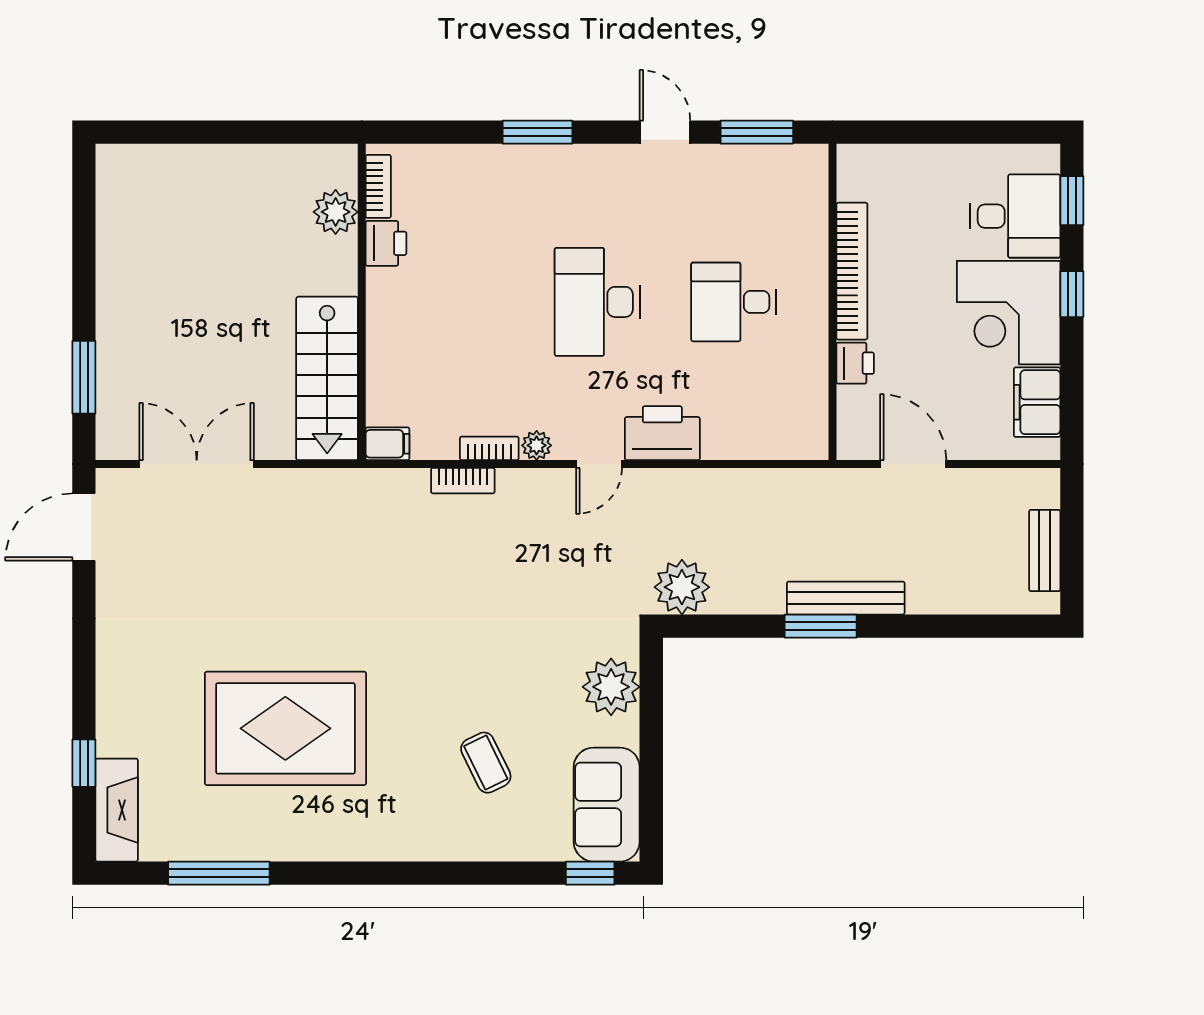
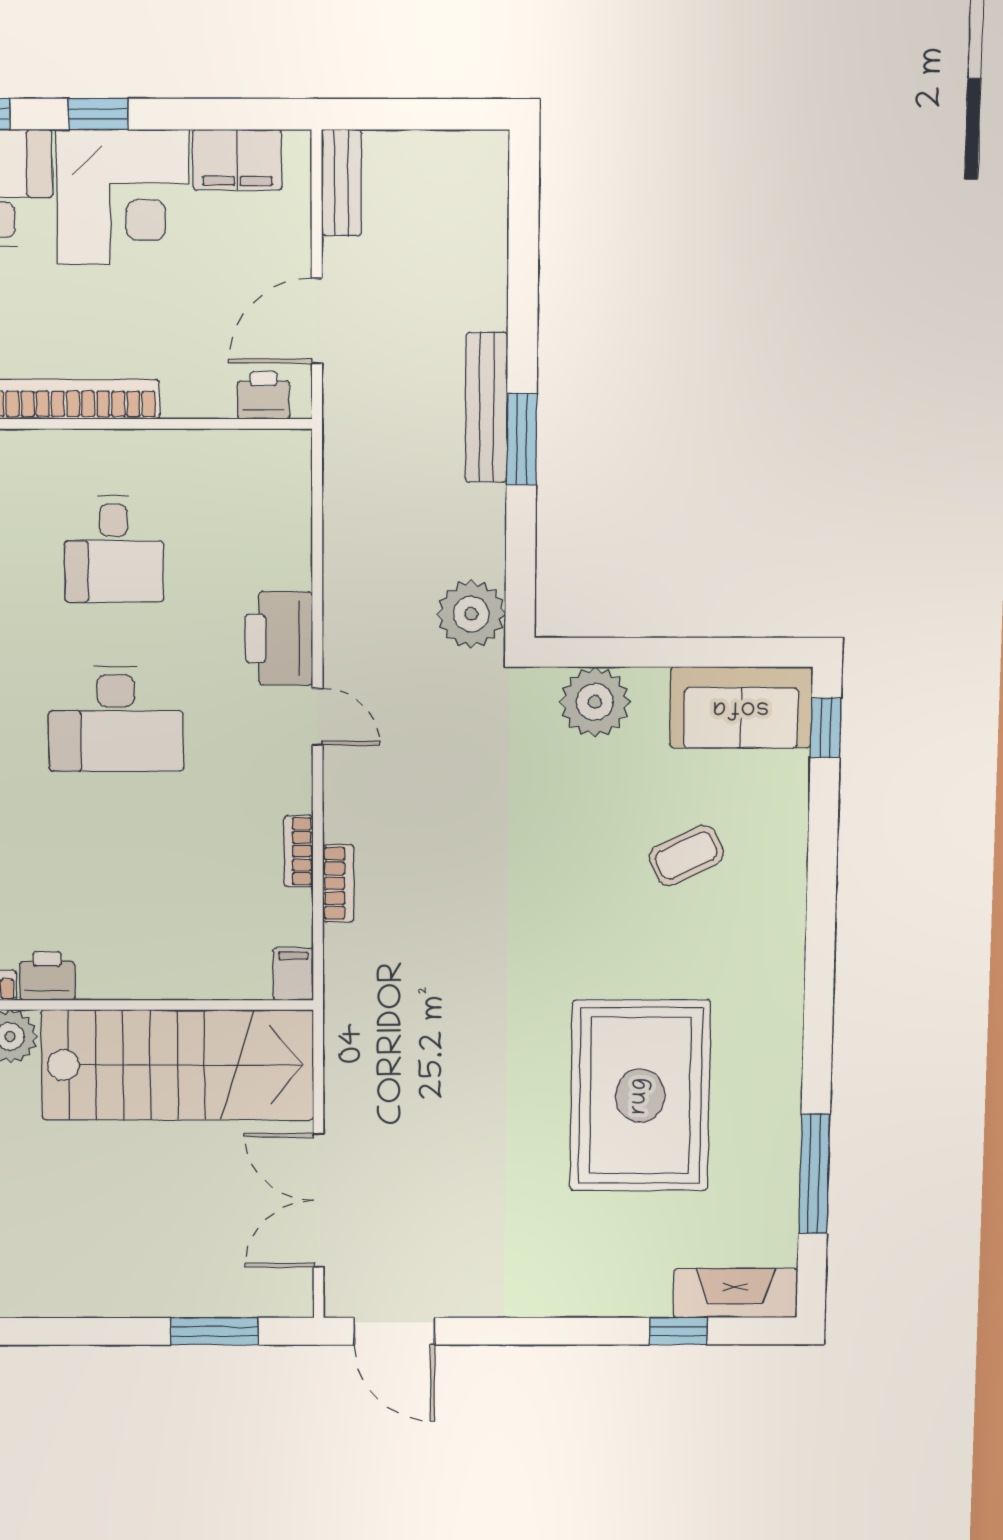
printer: (855, 363) -> (264, 395), moved
stairs: (327, 378) -> (178, 1065), width x1.36, depth x1.51
plant: (537, 445) -> (295, 794), removed
bench: (1045, 550) -> (341, 183), moved, turned 90

